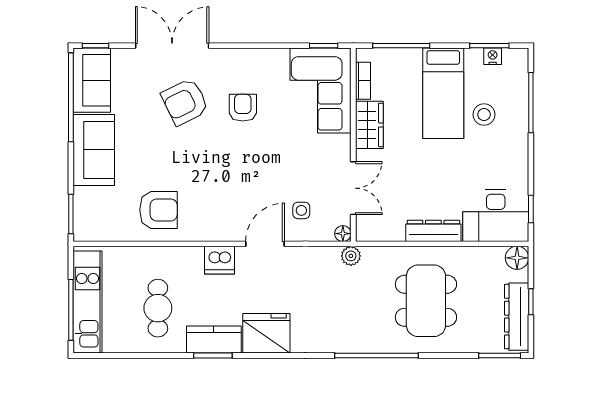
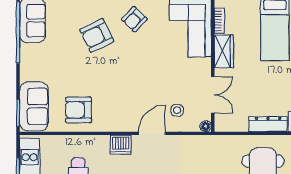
armchair: (243, 108) -> (134, 19), moved, turned -136
sofa: (94, 150) -> (34, 106), moved
armchair: (158, 210) -> (79, 110), turned 180
plant: (351, 256) -> (211, 142), removed

